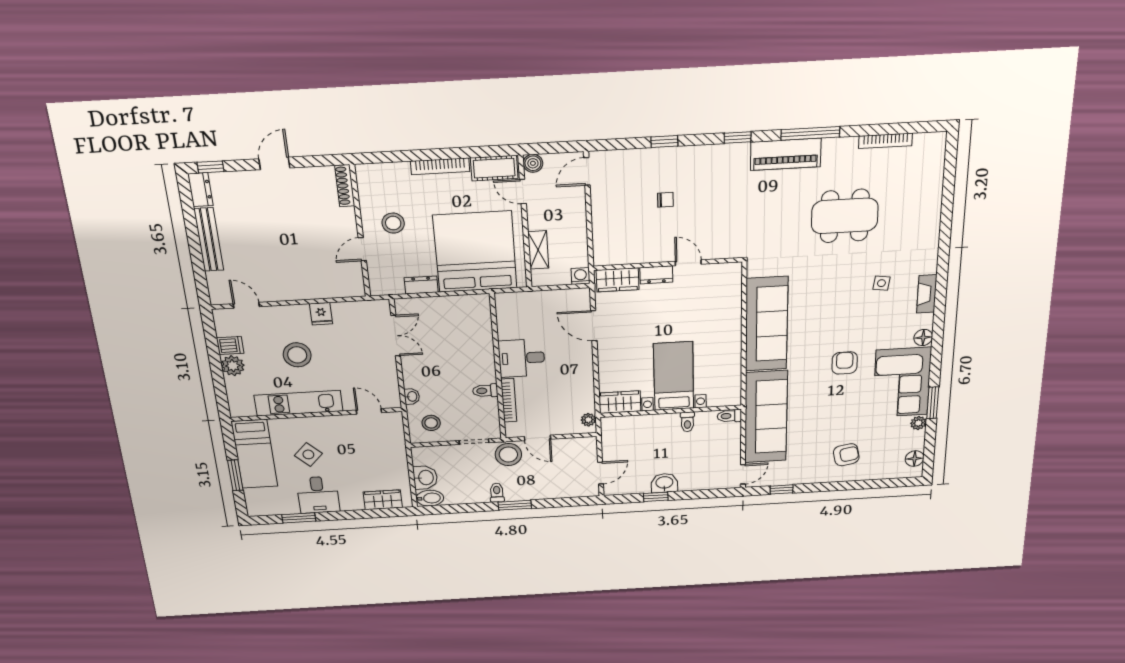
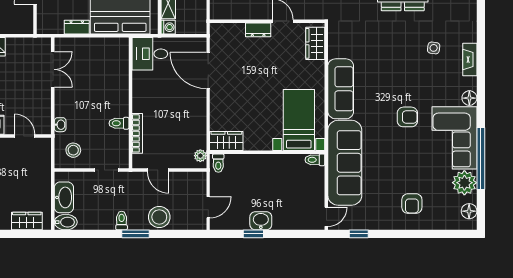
washing machine: (581, 276) -> (168, 27), moved, turned 90
wardrobe: (618, 280) -> (315, 43), moved, turned 90
sofa: (767, 324) -> (341, 89), width x0.74, depth x0.79
door: (594, 326) -> (208, 71), width x1.36
desk: (522, 358) -> (150, 54), moved
armchair: (845, 363) -> (407, 117), turned 90
bed with nightstands: (674, 376) -> (299, 120), moved
window: (933, 403) -> (481, 159), width x2.11
toilet: (687, 422) -> (218, 163), moved
plant: (918, 423) -> (464, 183), width x1.88, depth x1.88
stool: (508, 454) -> (159, 217), moved
armchair: (846, 455) -> (412, 204), turned 101
washbasin: (425, 478) -> (64, 197), width x1.38

